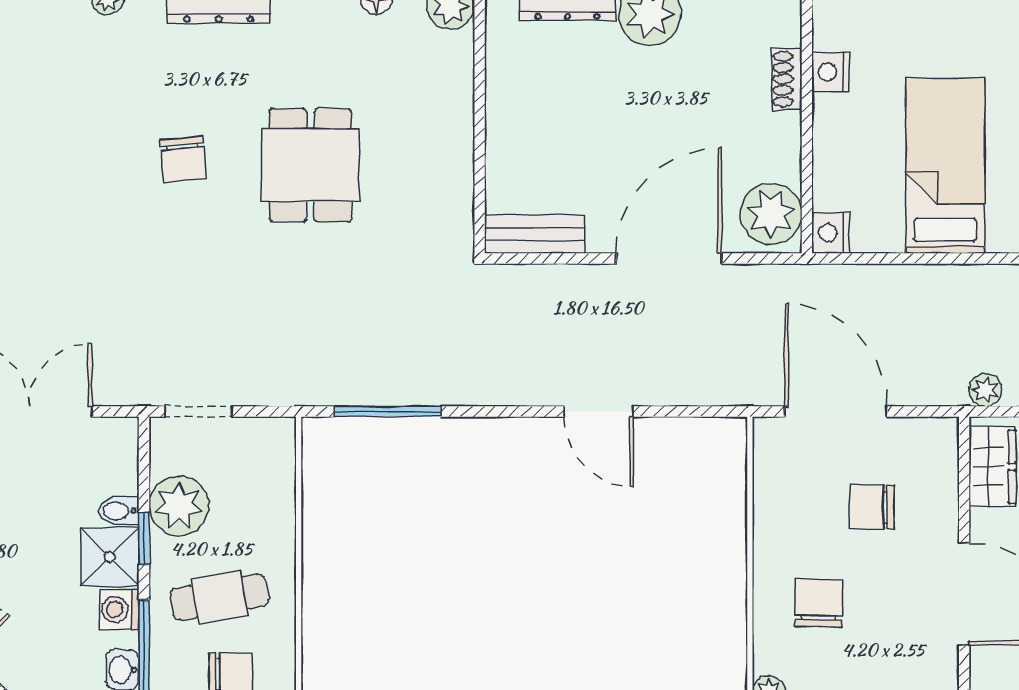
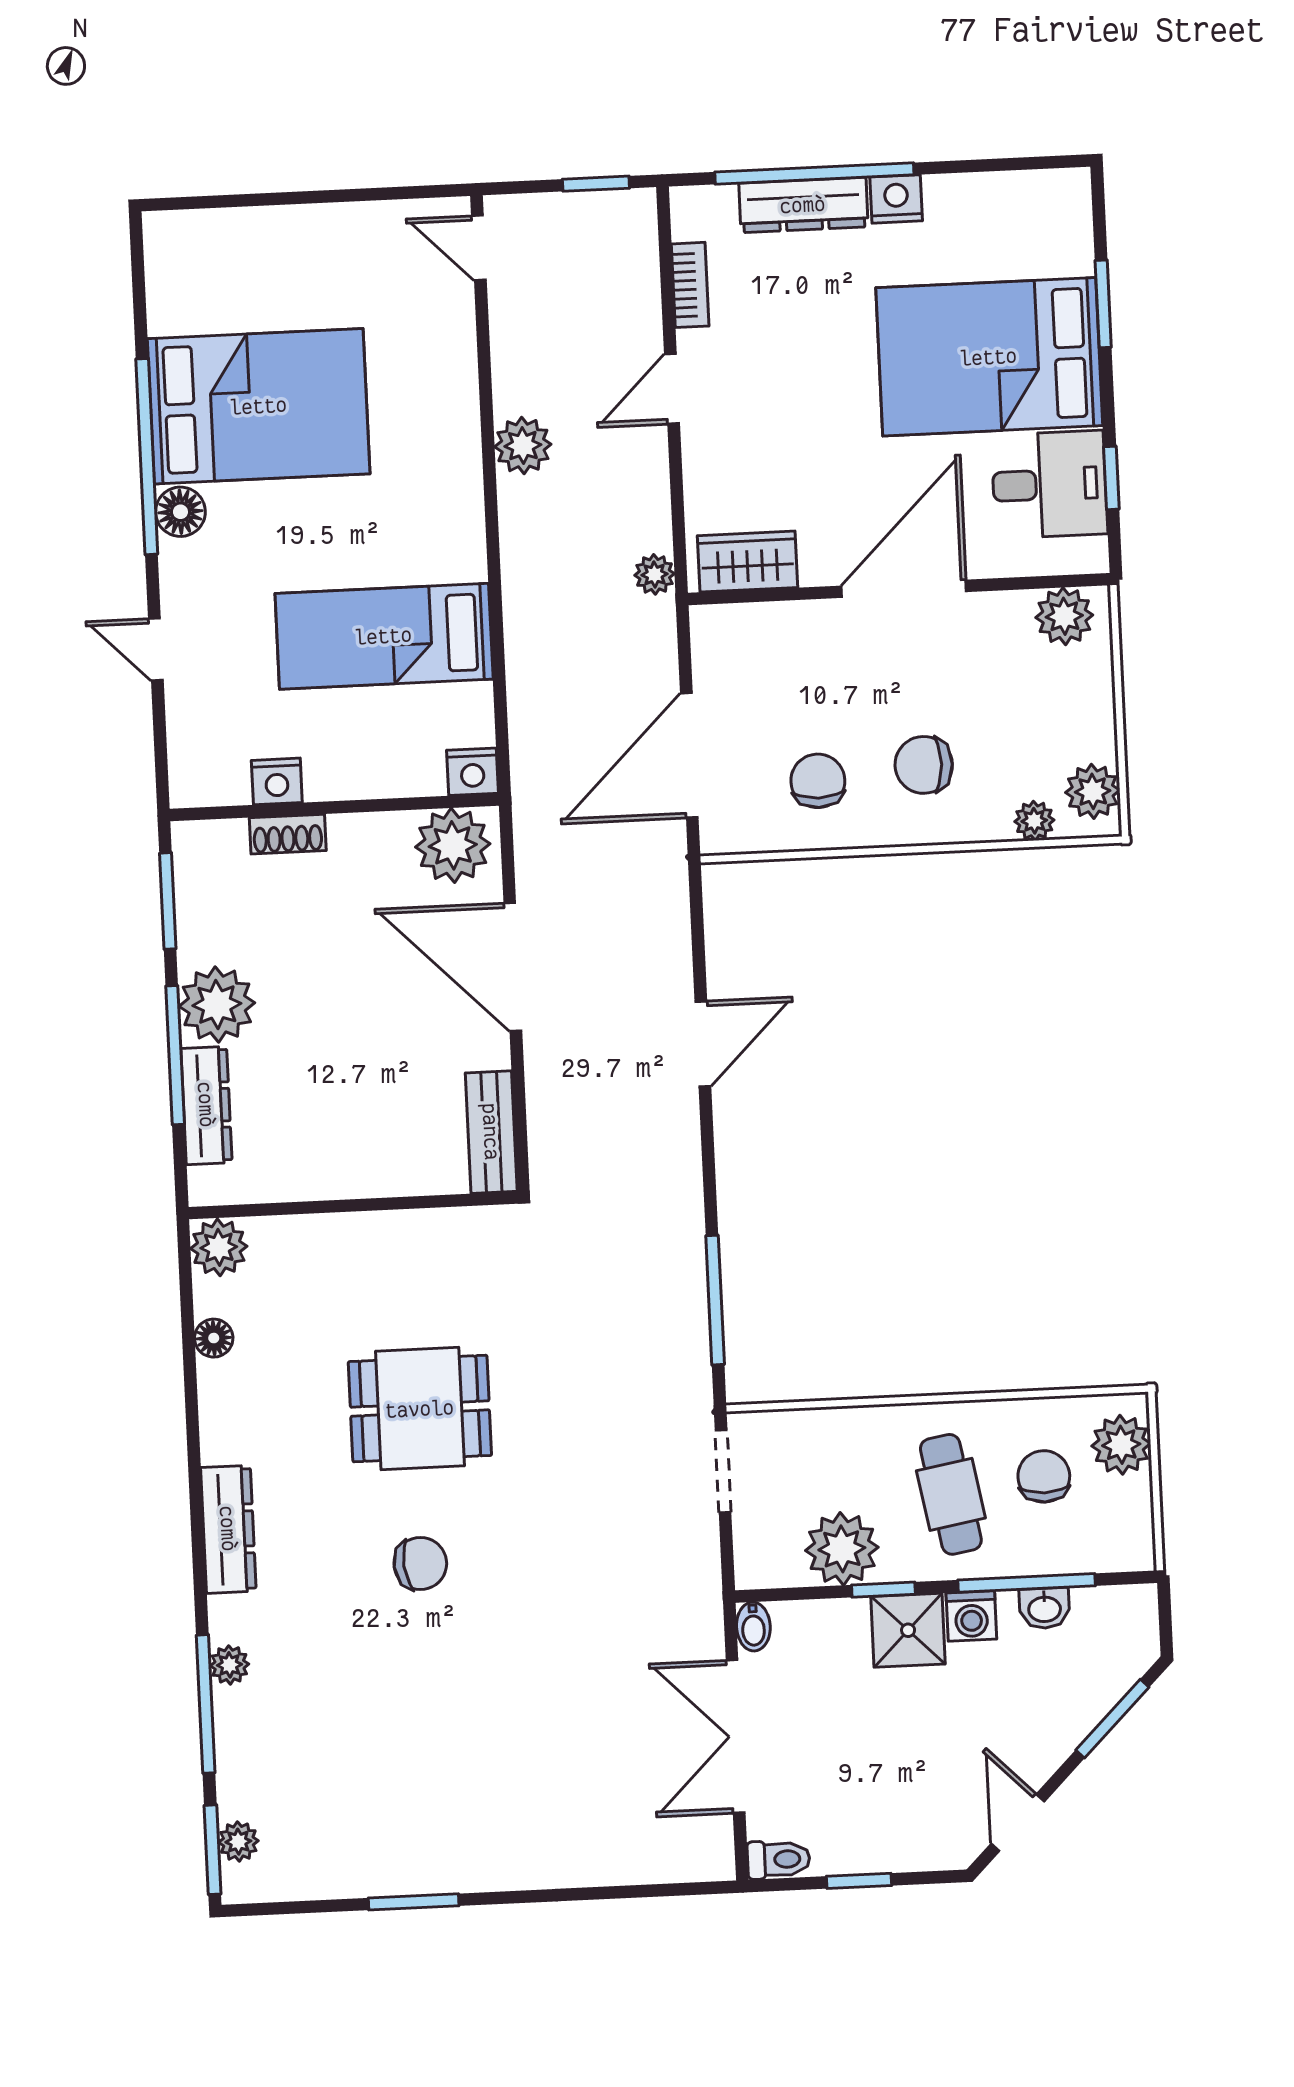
doorway: (198, 411) -> (723, 1471), moved
chair: (872, 507) -> (818, 781), moved, turned 180
bidet: (119, 511) -> (753, 1627), moved

